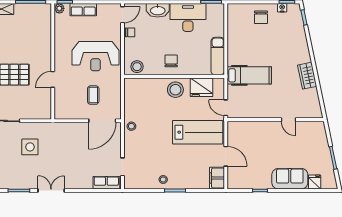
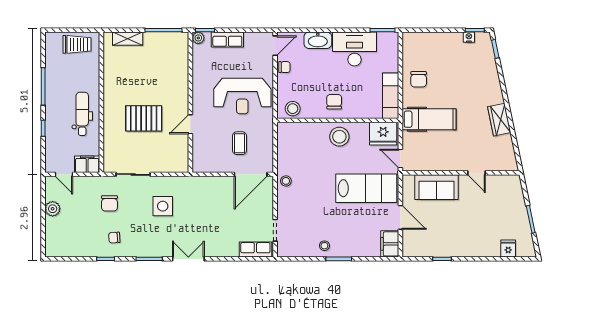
chair: (261, 17) -> (419, 79), moved
fridge: (202, 87) -> (383, 134), moved
sofa: (290, 179) -> (436, 187), moved, turned 180

